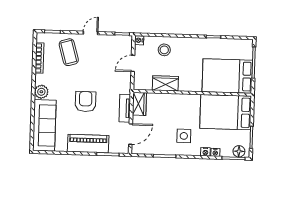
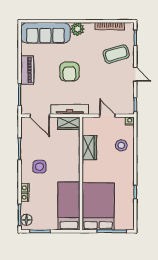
armchair: (86, 102) -> (69, 72), turned 90
tv unit: (125, 108) -> (70, 109), width x1.41
bed: (226, 112) -> (69, 206), width x0.67
piano: (88, 144) -> (27, 70), width x0.73, depth x0.75

